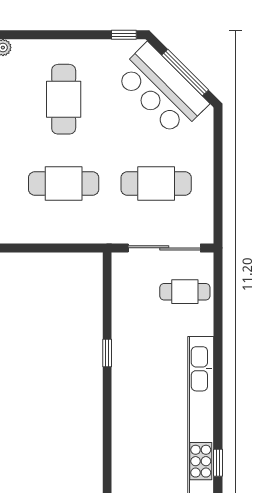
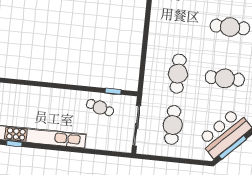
cafe table: (185, 292) -> (100, 108), moved, turned -74
window: (107, 353) -> (113, 91), moved

